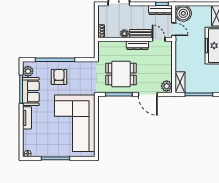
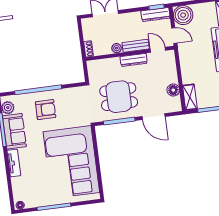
floor lamp: (167, 74) -> (173, 90), added
armchair: (59, 77) -> (46, 110), turned 90
plant: (167, 86) -> (175, 104), removed

